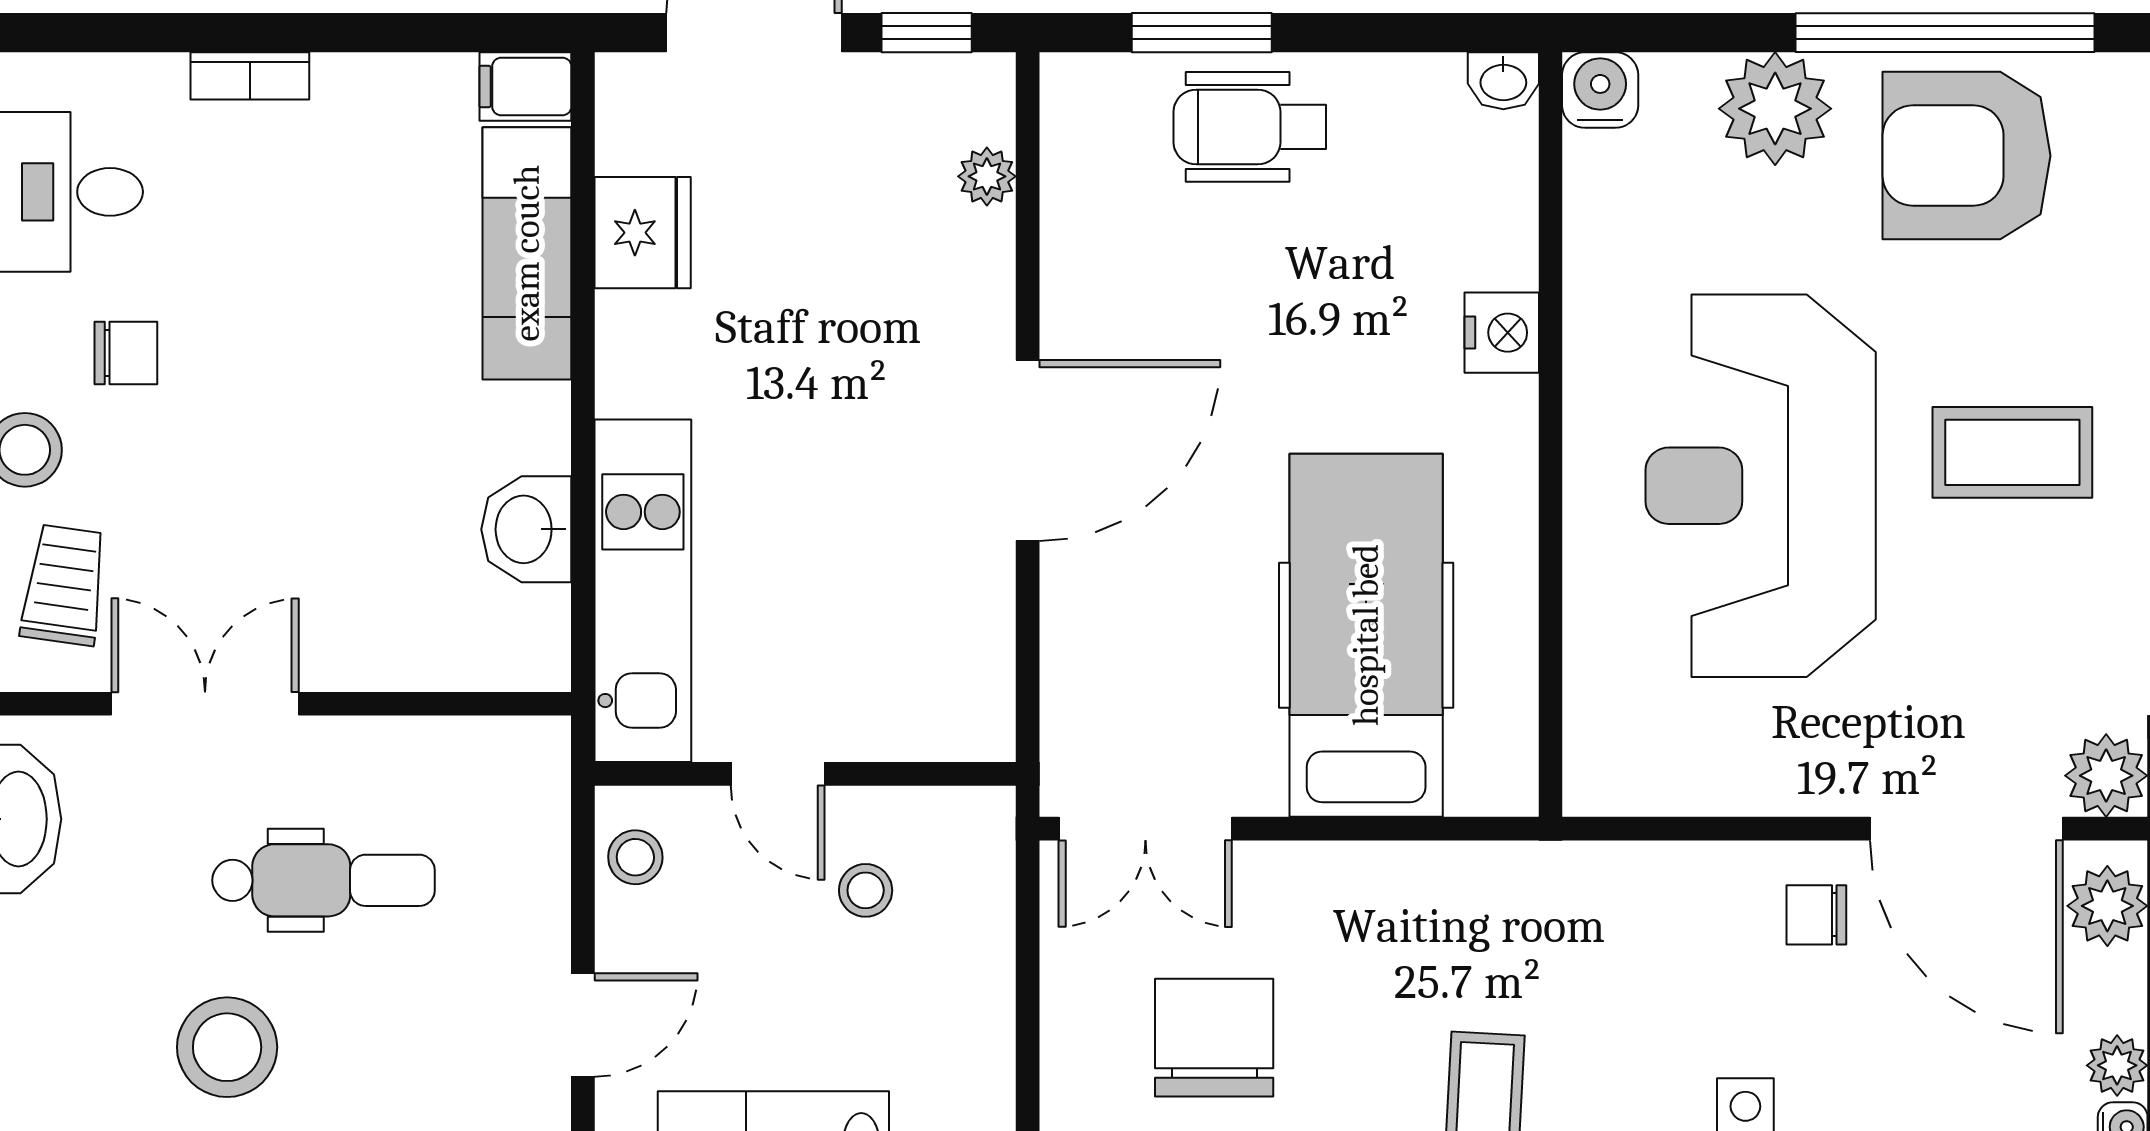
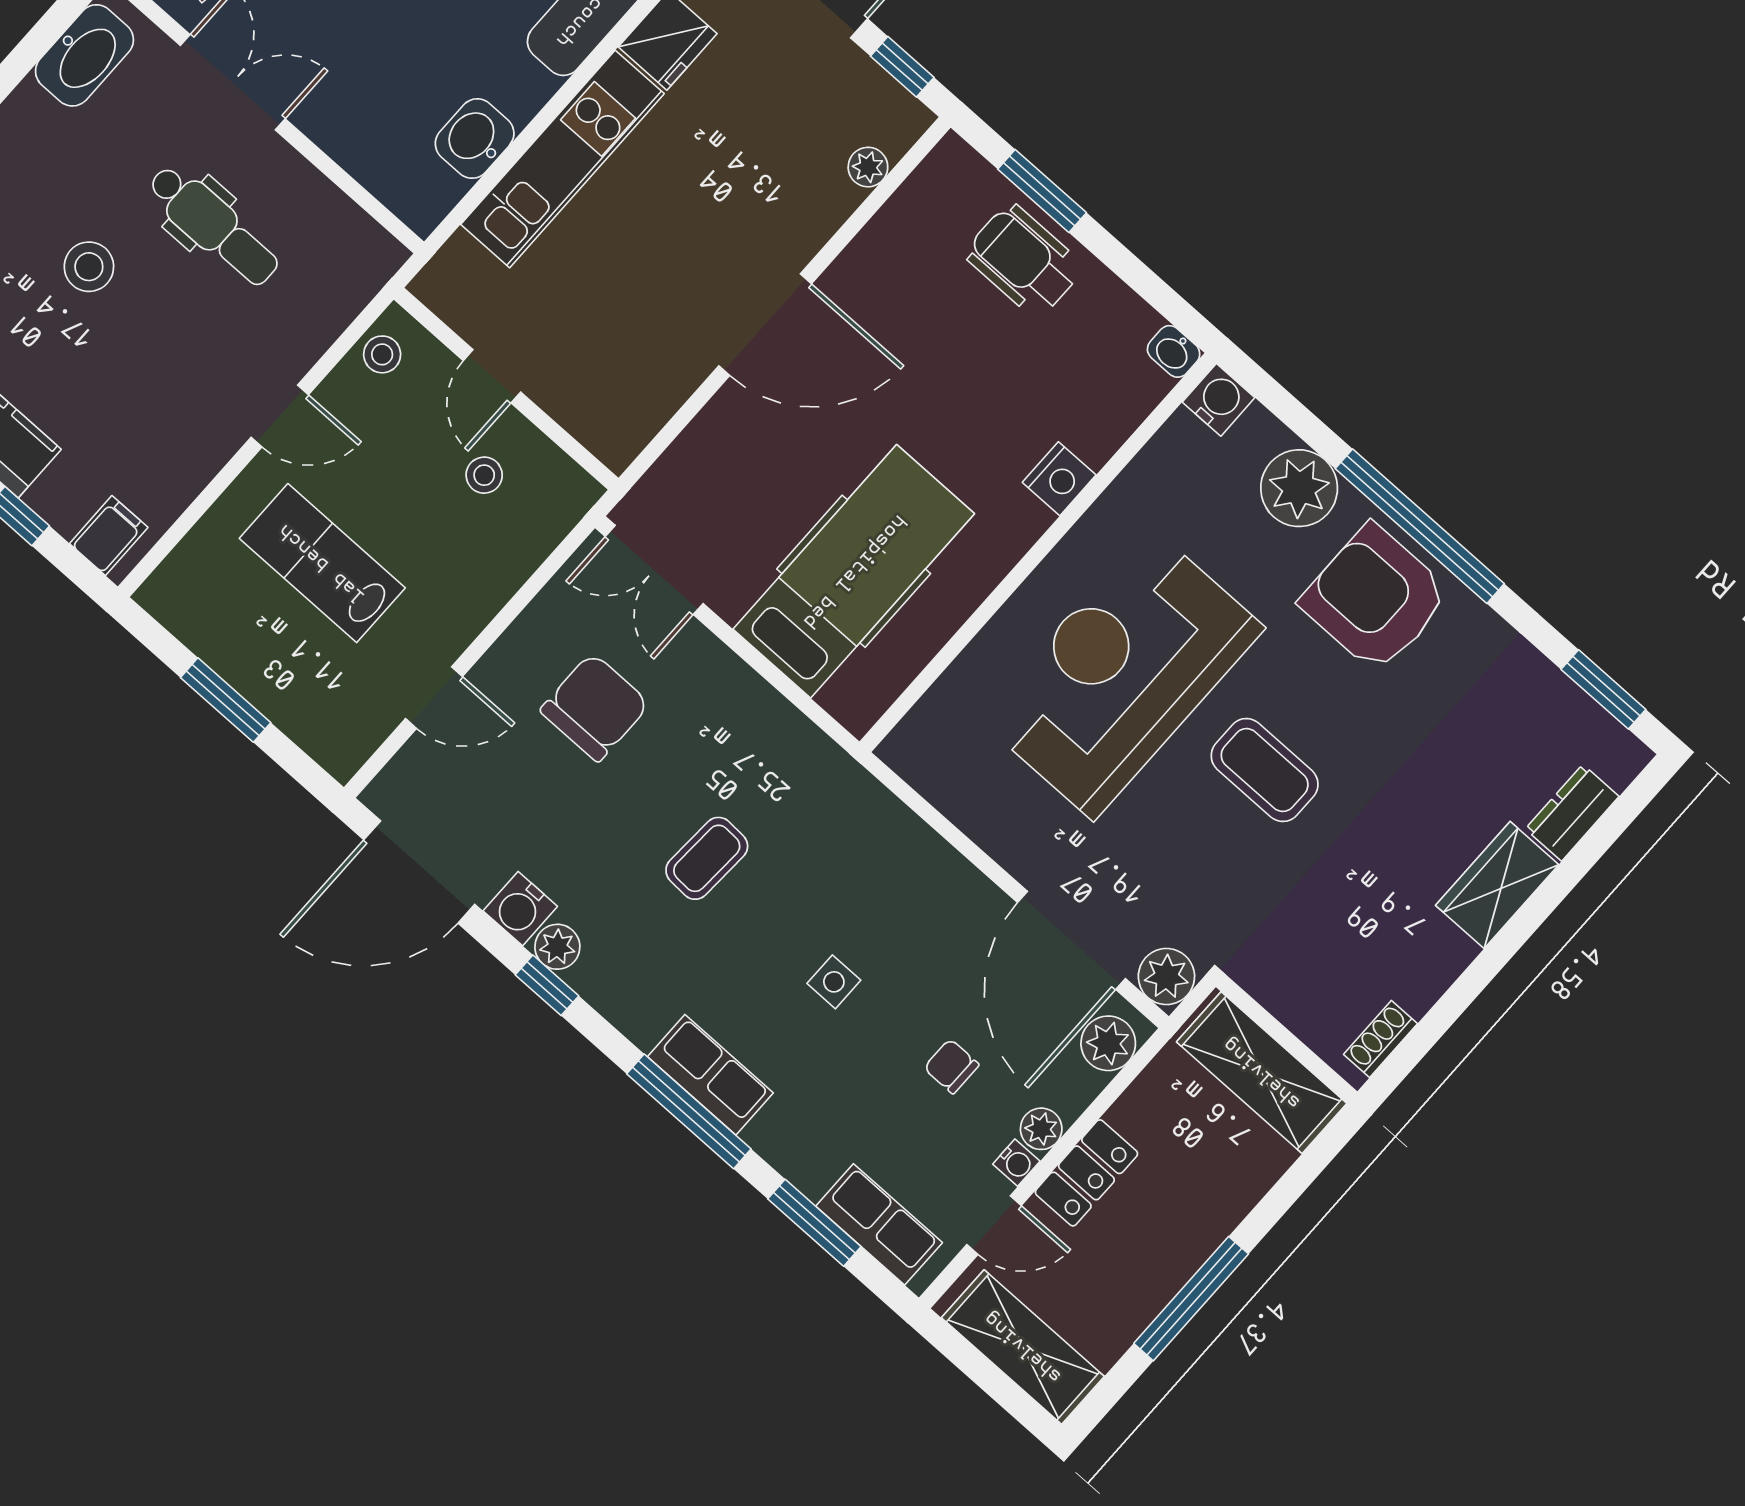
kitchen unit: (643, 591) -> (562, 159), moved
chair: (1816, 915) -> (951, 1066), moved
stool: (227, 1047) -> (89, 267), width x0.73, depth x0.73

